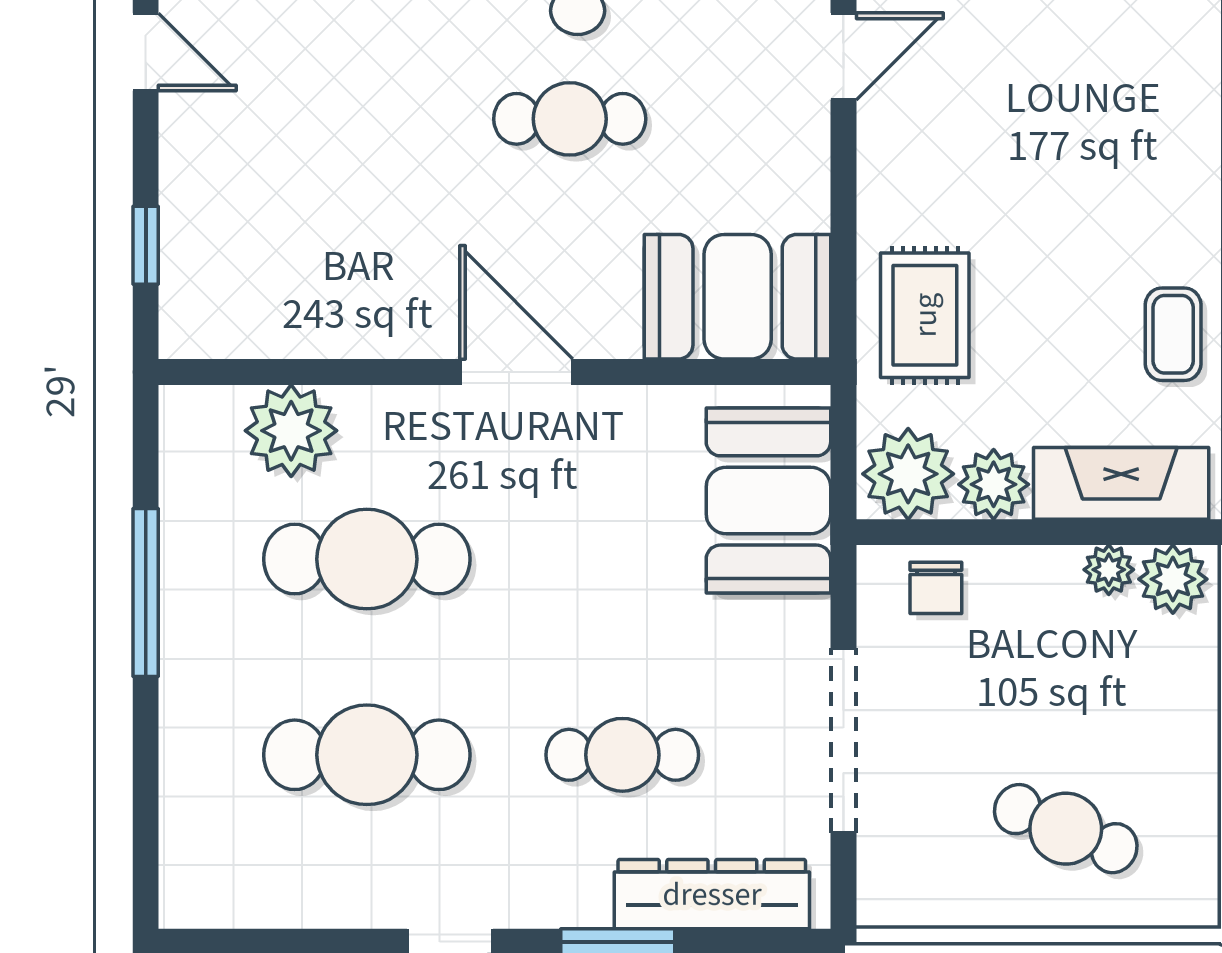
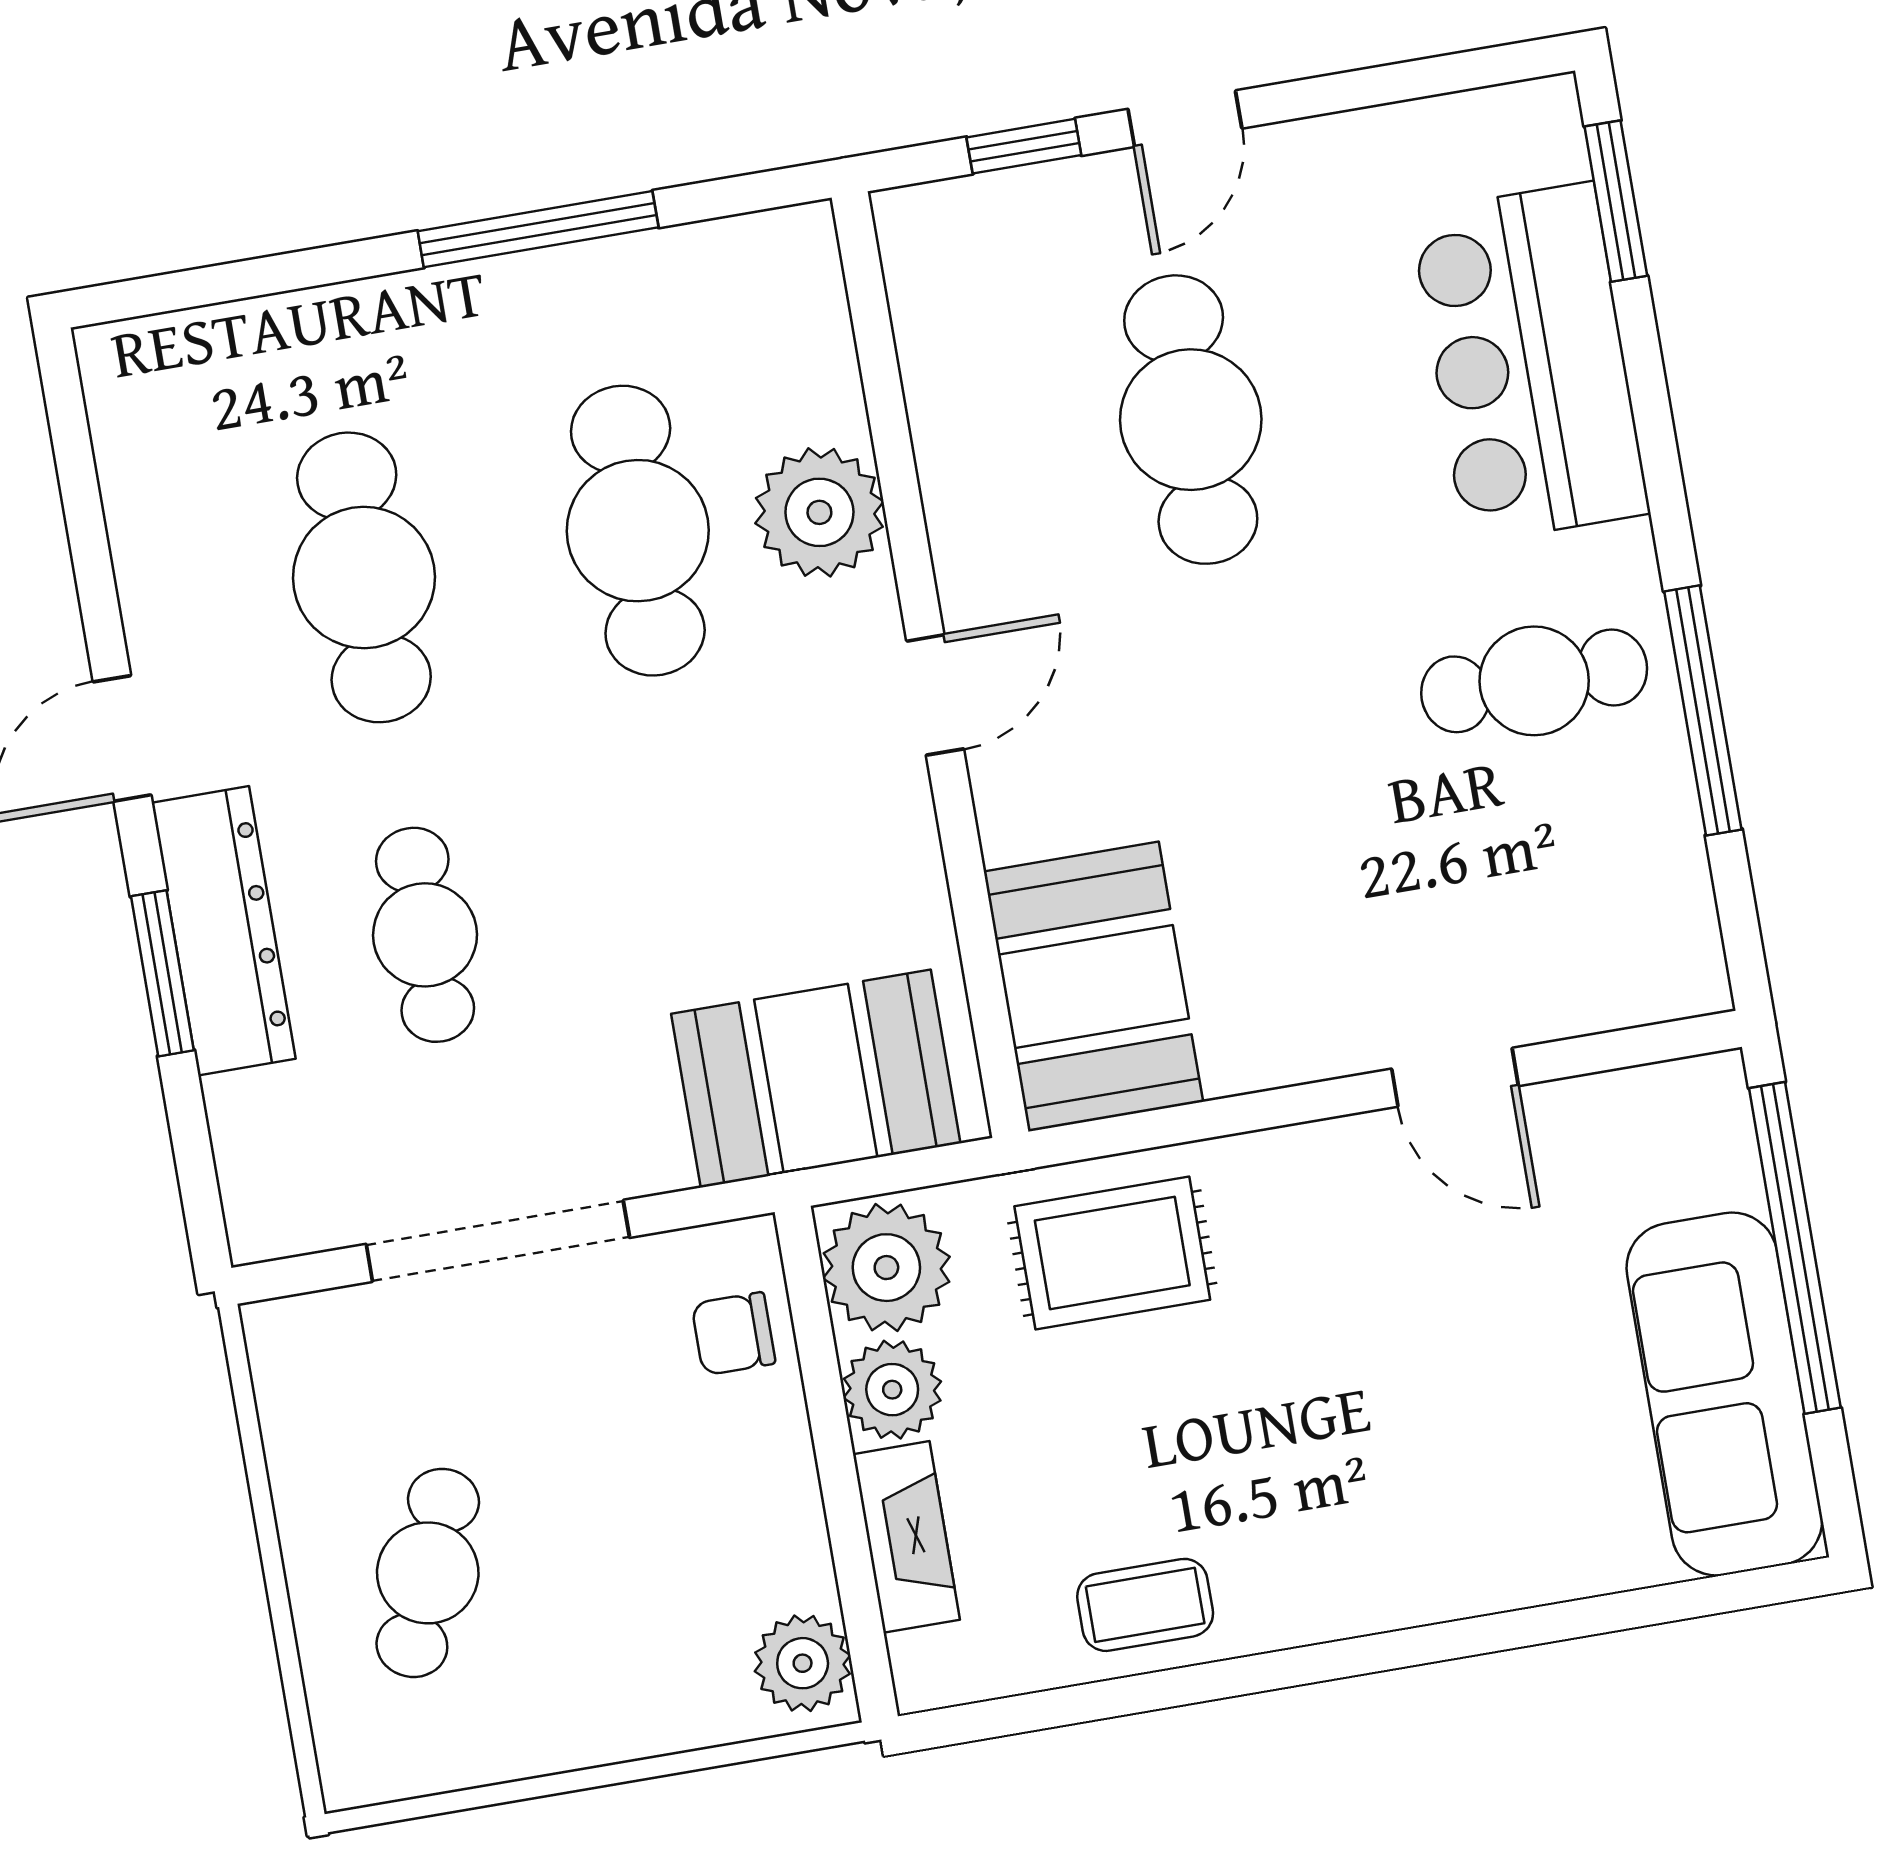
door: (146, 52) -> (1185, 119), moved
cafe table: (570, 119) -> (1191, 420), moved, width x1.37, depth x1.35
door: (516, 372) -> (935, 695), width x0.73
plant: (291, 431) -> (819, 512), moved
fireplace: (1121, 483) -> (906, 1537), width x0.73, depth x0.76
plant: (1109, 570) -> (800, 1571), removed
dresser: (712, 894) -> (224, 931), moved

